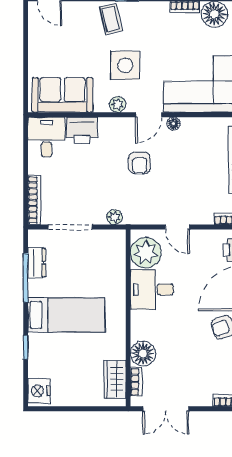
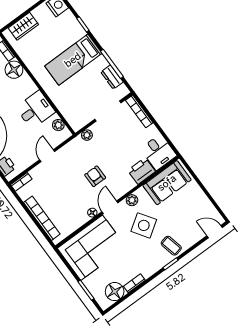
side table: (125, 65) -> (144, 225), turned -34
door: (177, 227) -> (47, 156), hinge flipped
plant: (146, 253) -> (58, 125), width x0.53, depth x0.53
wardrobe: (115, 379) -> (23, 26), moved, turned 90

